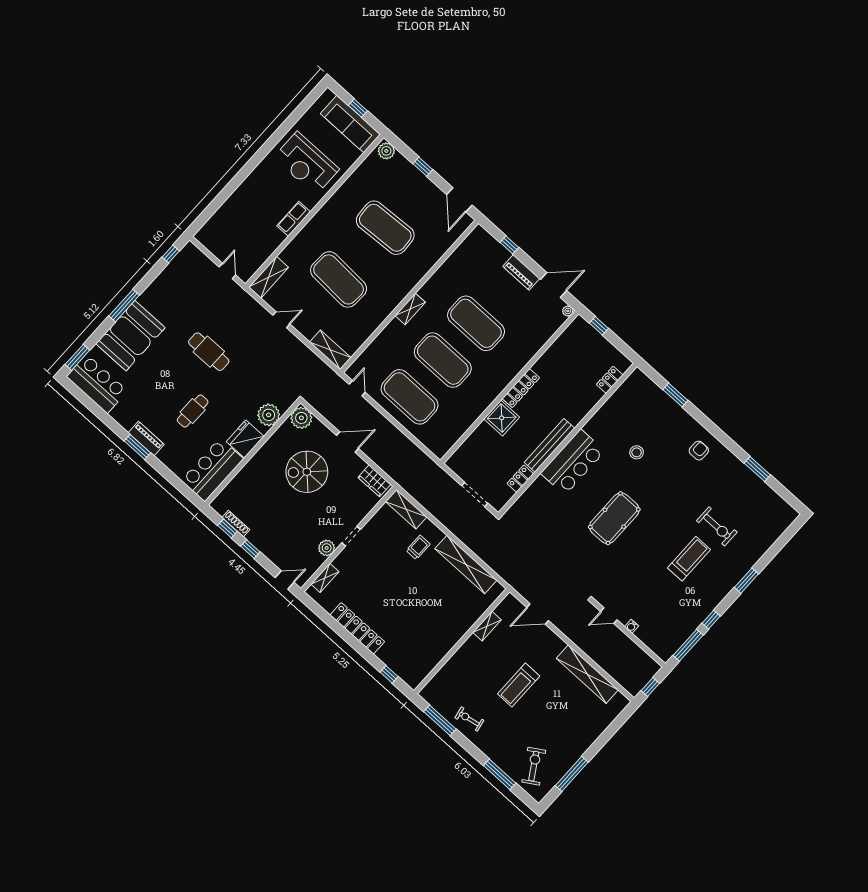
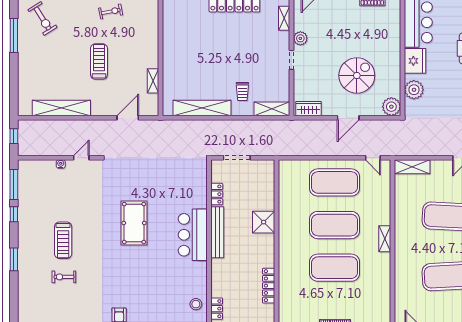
locker: (521, 388) -> (269, 286), moved
stool: (637, 452) -> (196, 304), moved
exercise bike: (717, 526) -> (64, 277), width x0.73, depth x0.72

